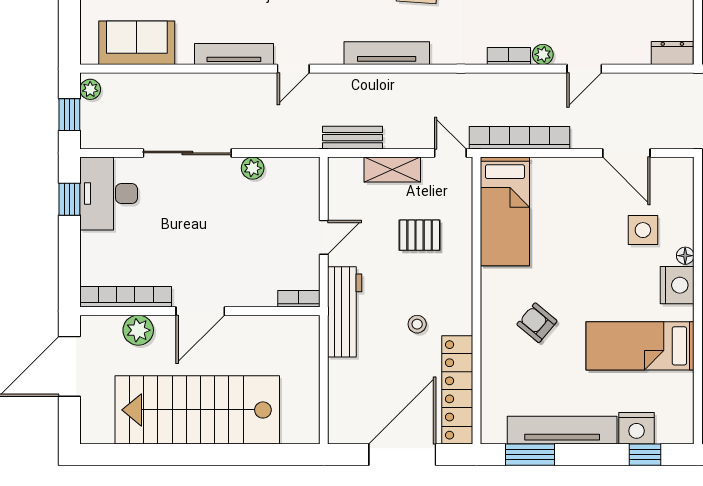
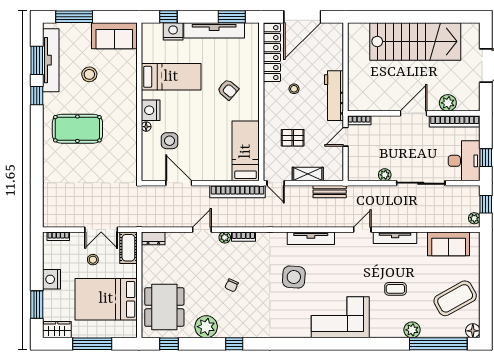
bookcase: (126, 297) -> (455, 121), moved
bookcase: (299, 299) -> (359, 120), moved
door: (200, 311) -> (414, 113), moved
wall: (200, 311) -> (414, 113), moved
plant: (138, 330) -> (448, 103), moved

